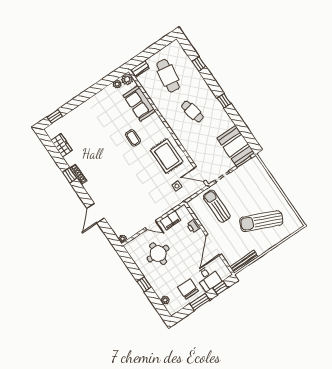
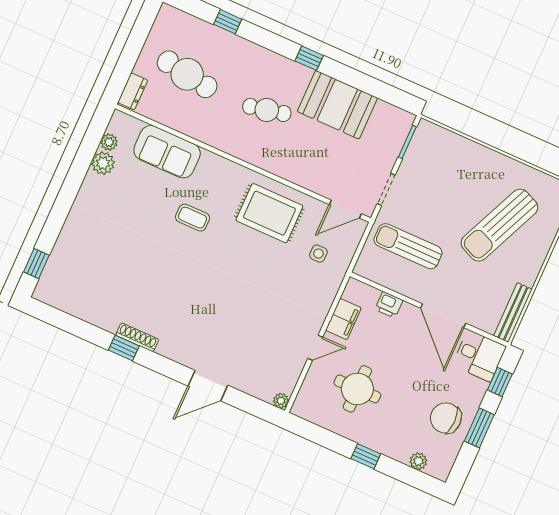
plant: (127, 79) -> (103, 163), moved
wardrobe: (62, 145) -> (78, 305), removed
booth: (236, 146) -> (337, 105), moved
door: (96, 213) -> (208, 386), hinge flipped
desk: (208, 278) -> (479, 356), moved

